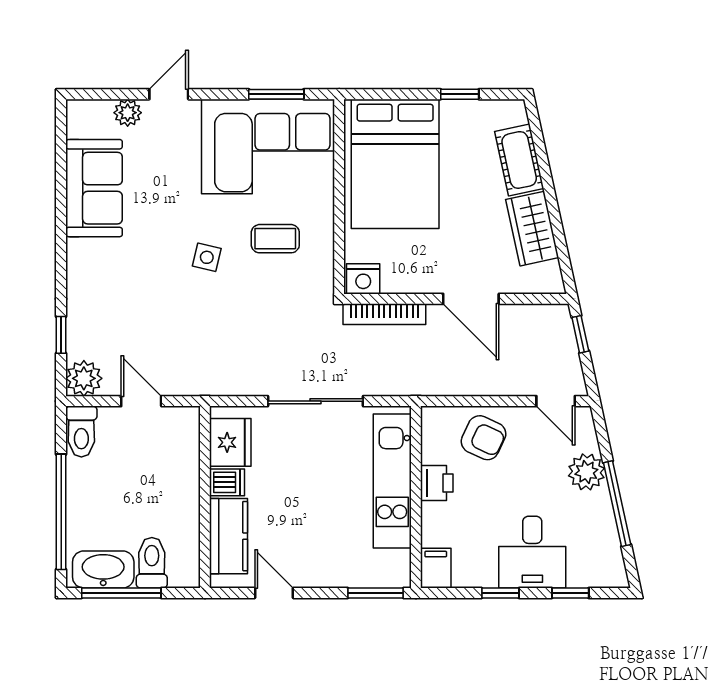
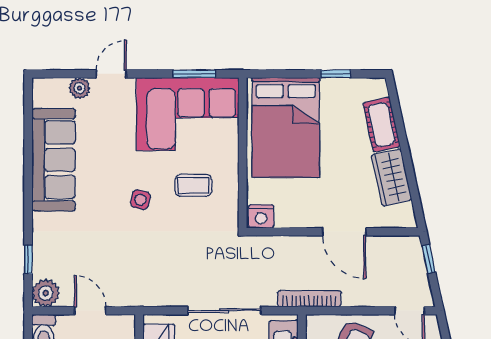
sofa: (94, 188) -> (54, 160), width x1.36
bookcase: (384, 314) -> (309, 299), moved, turned 180

